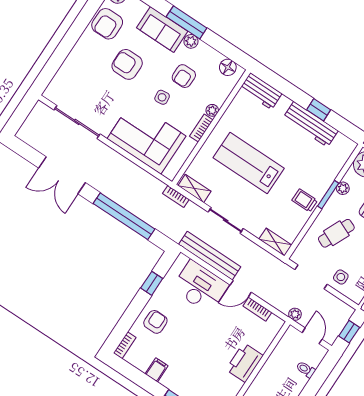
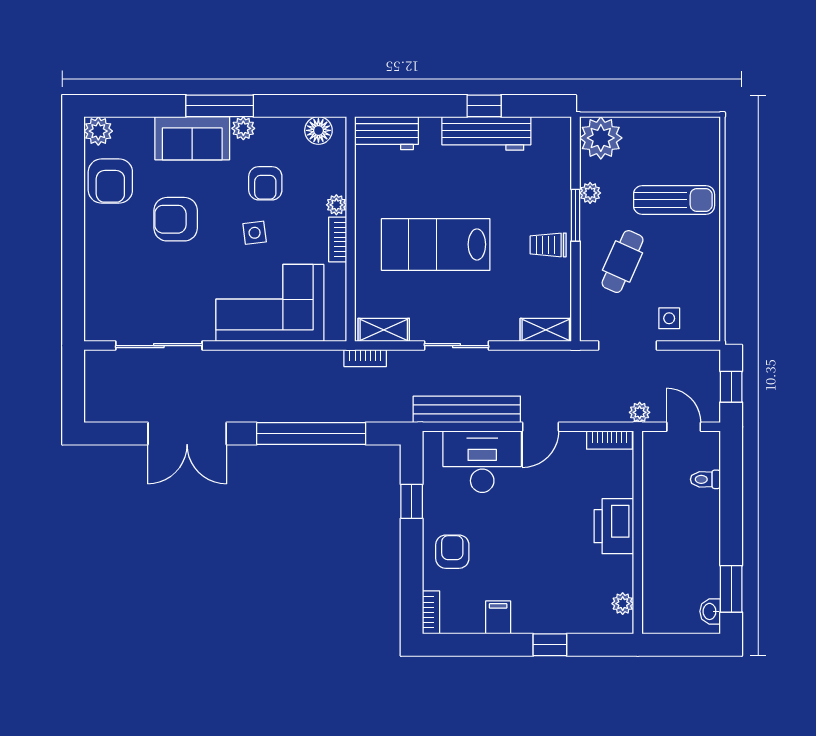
bookcase: (257, 309) -> (610, 440), moved

